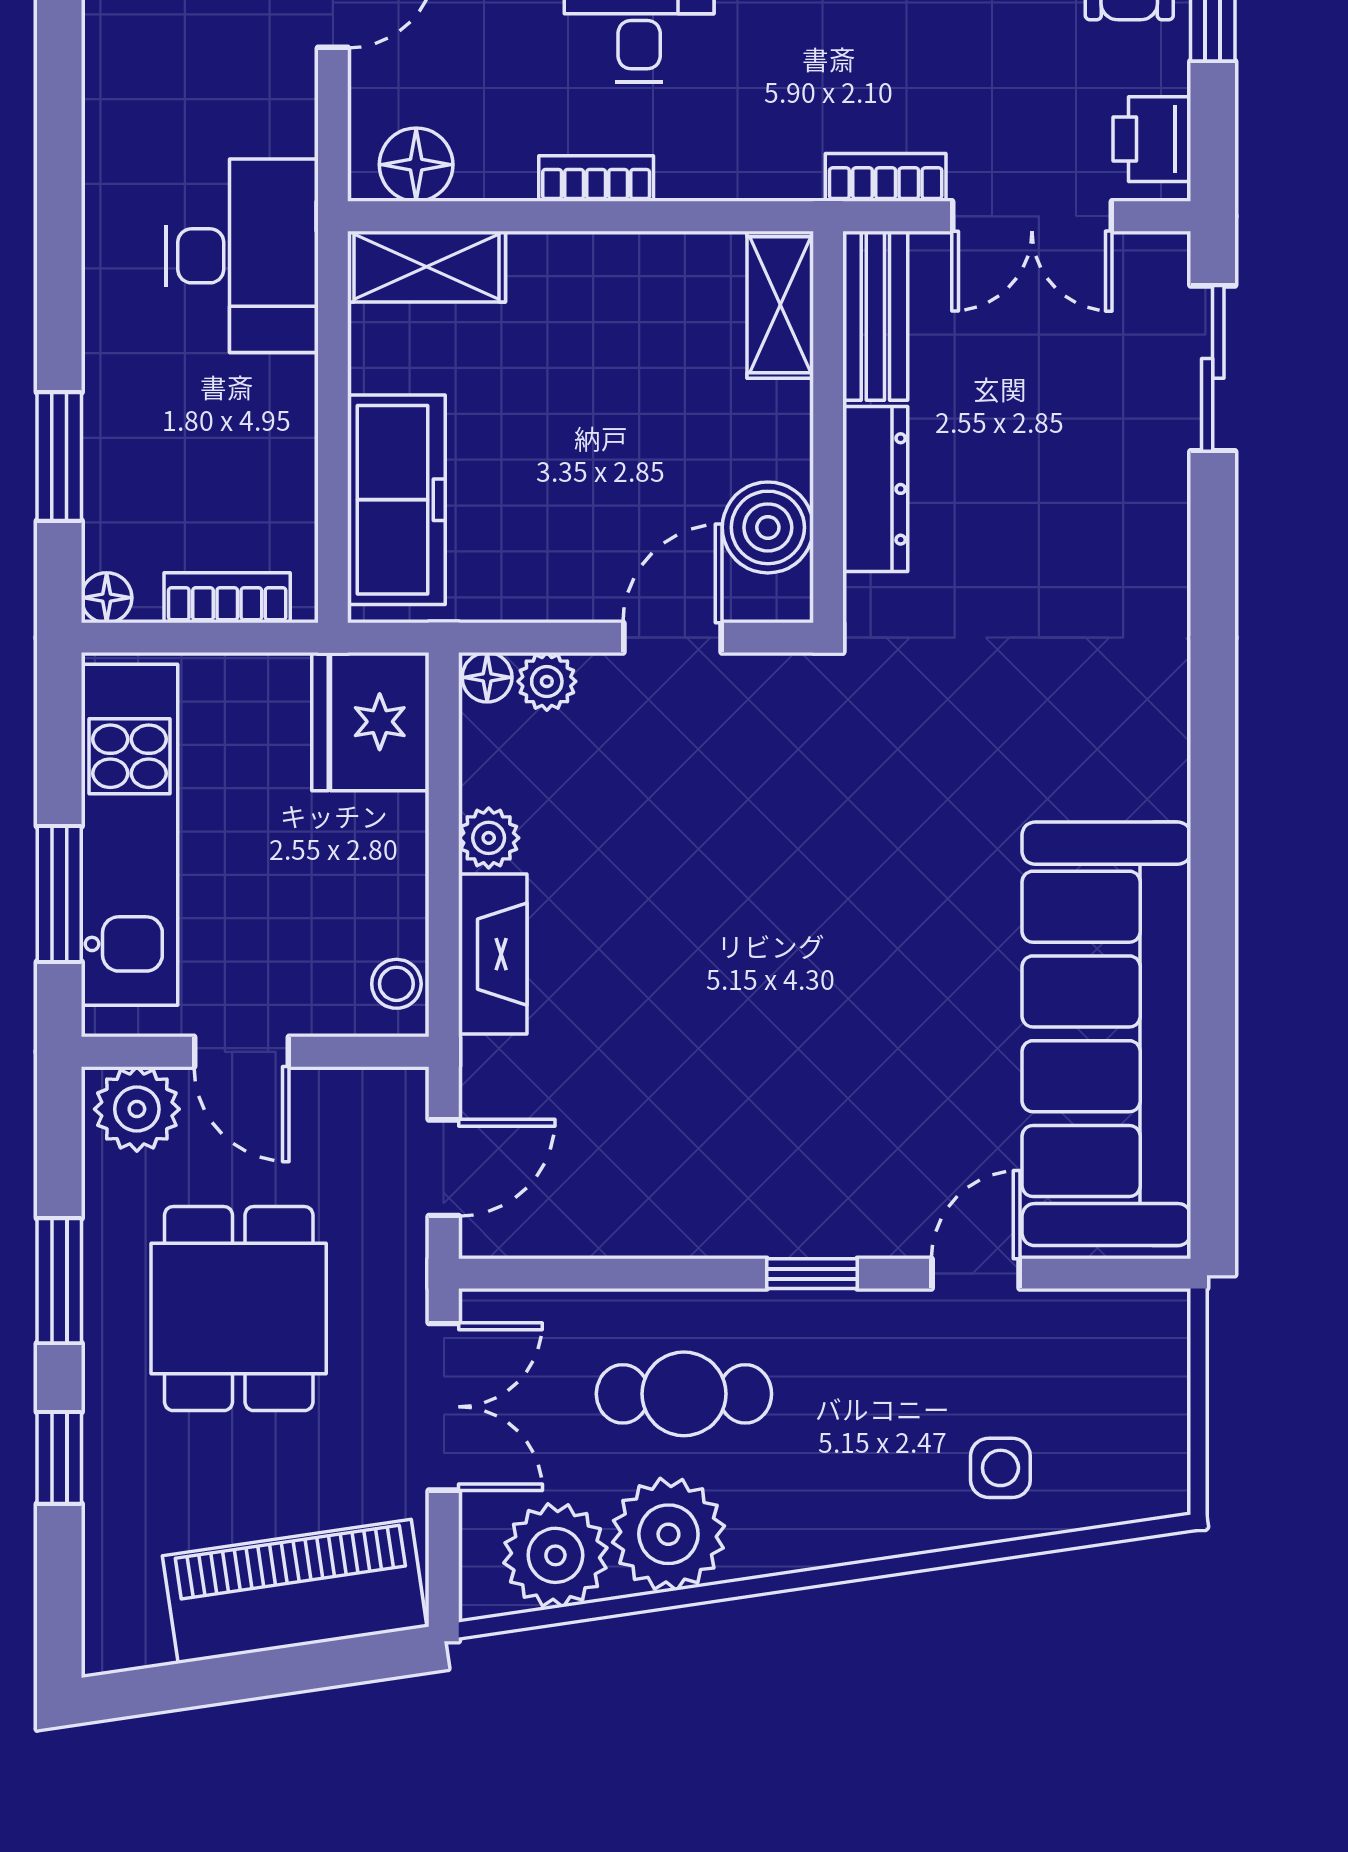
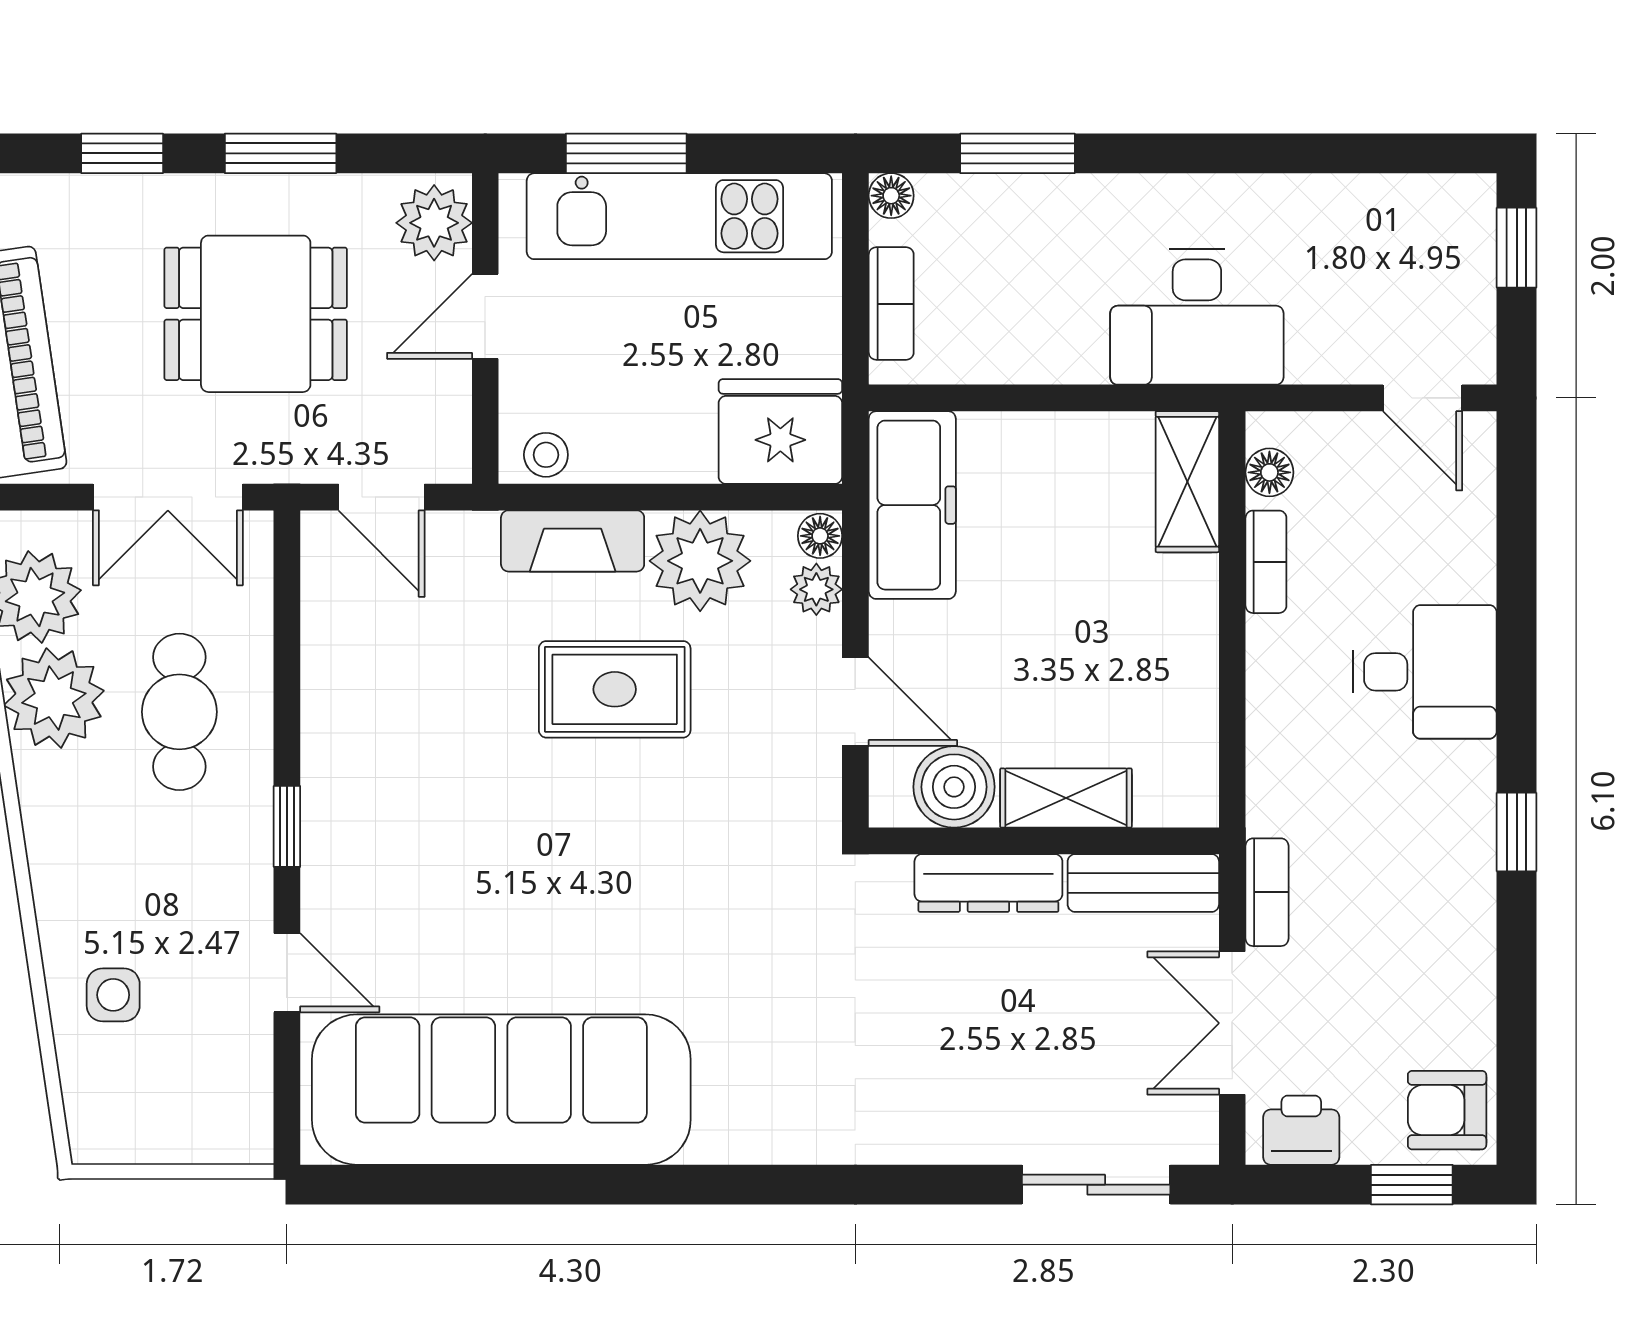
floor lamp: (416, 165) -> (1269, 472), width x0.73, depth x0.73
bookcase: (596, 179) -> (1266, 562), moved
shelving: (780, 305) -> (1066, 798), moved
freezer: (396, 500) -> (912, 505), moved, turned -90
plant: (489, 838) -> (700, 561), width x1.88, depth x1.88
rug: (659, 907) -> (615, 689), added

